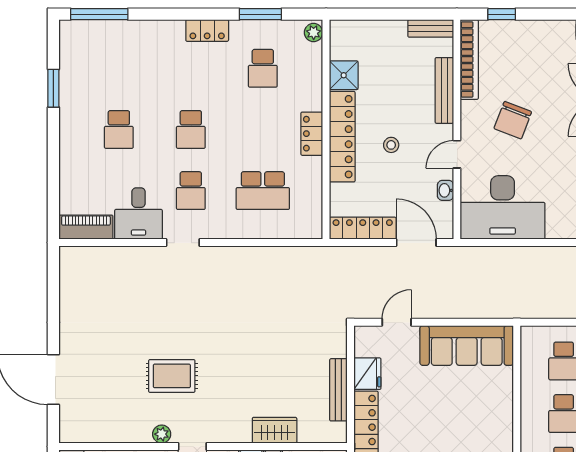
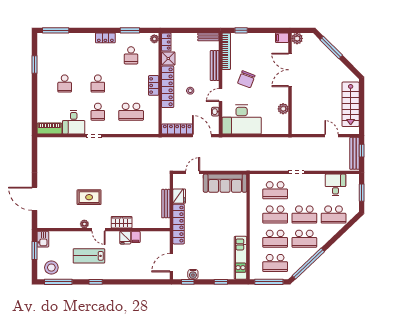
locker: (339, 39) -> (166, 42), added
wardrobe: (275, 430) -> (122, 222), moved

